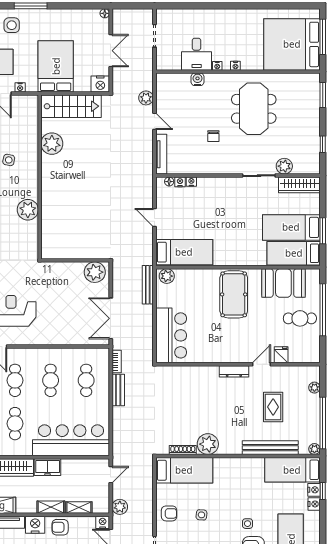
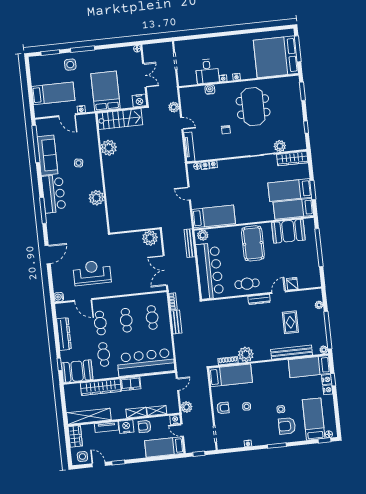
cafe table: (300, 318) -> (247, 284), moved
bar counter: (171, 335) -> (210, 271), width x1.36

